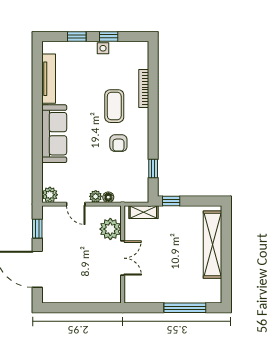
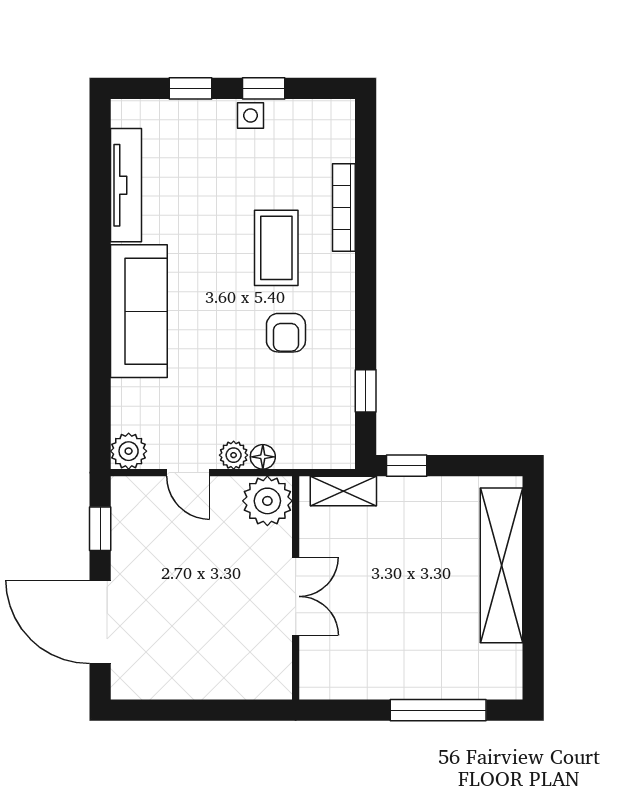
plant: (110, 229) -> (267, 501), moved

